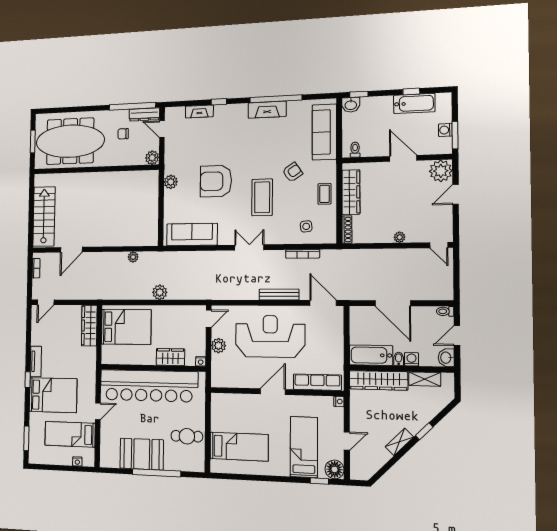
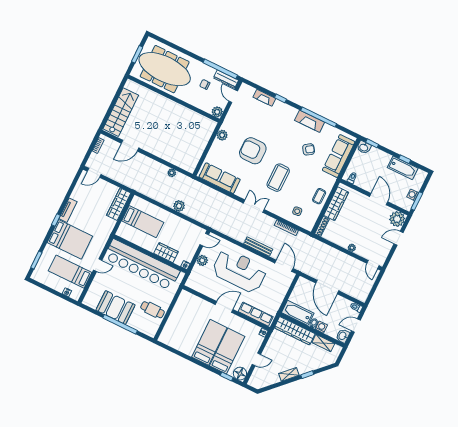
armchair: (292, 172) -> (309, 149), moved
bed: (126, 327) -> (143, 222), width x0.67
bed: (239, 447) -> (209, 342), moved, turned -90

